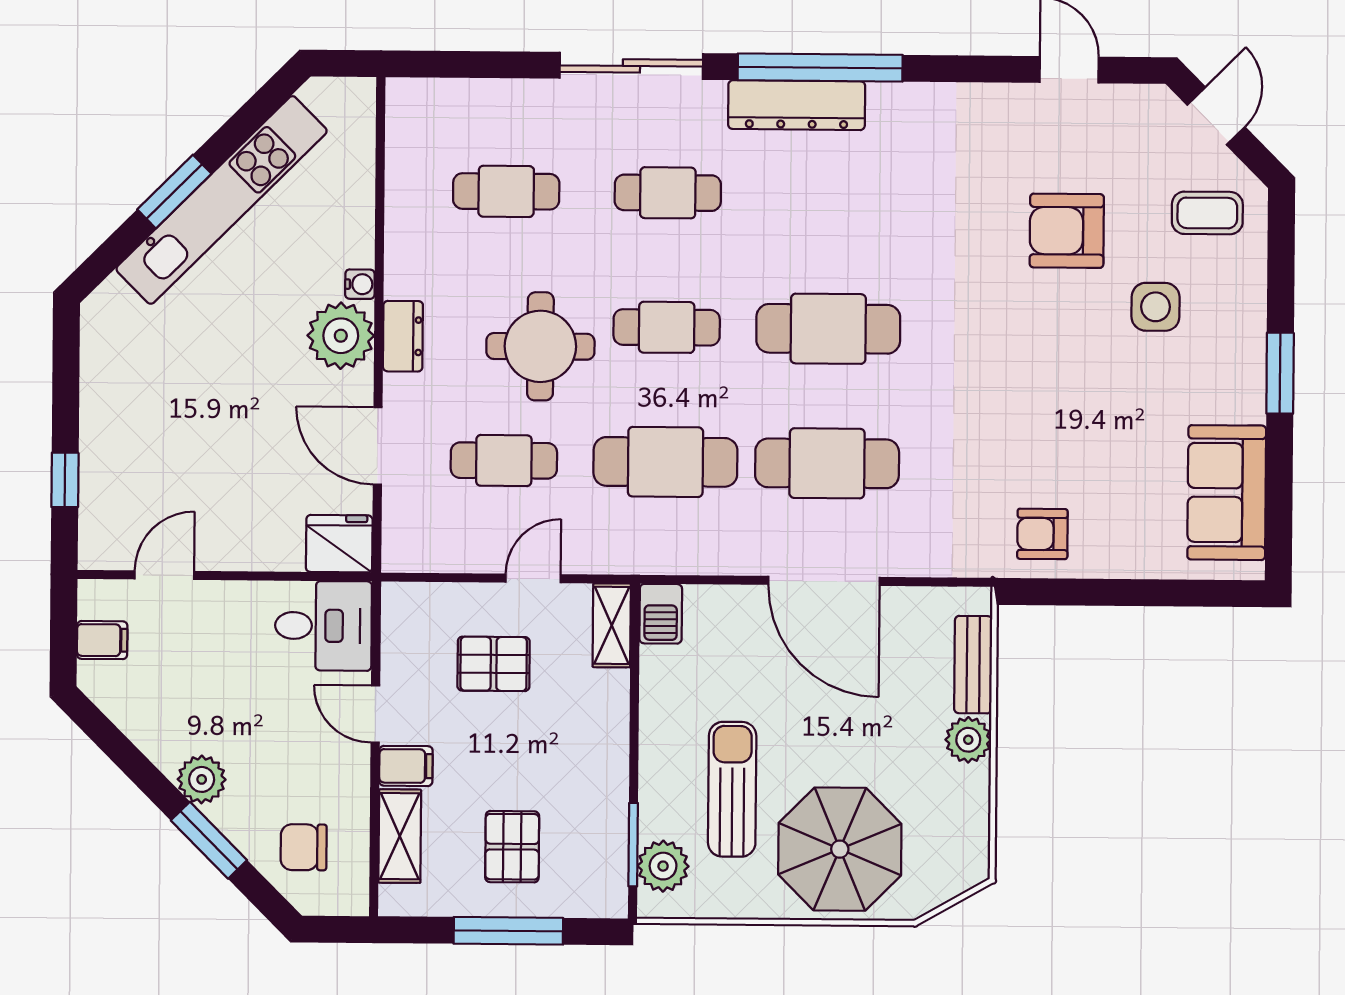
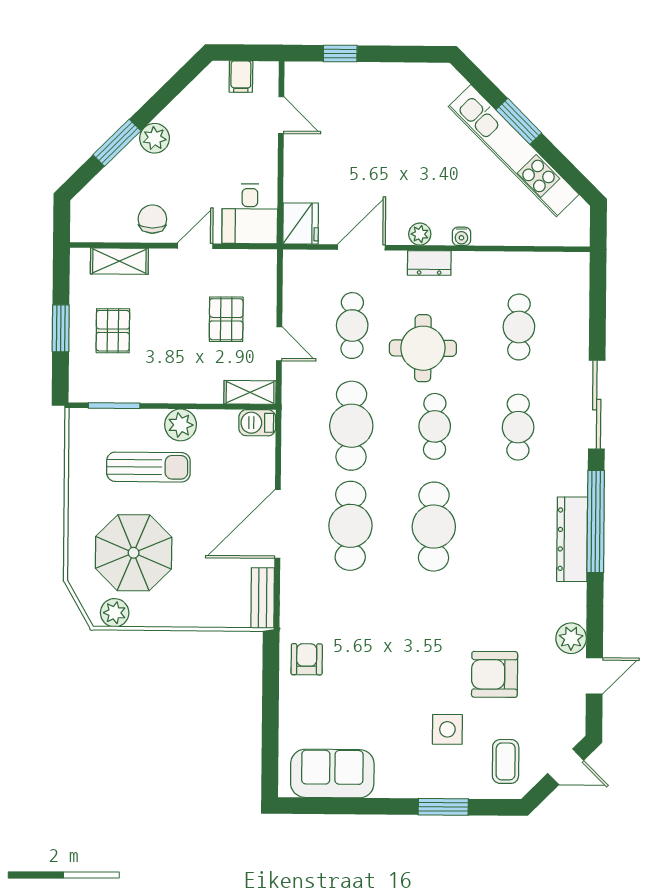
dresser: (797, 105) -> (572, 539), moved
plant: (1008, 107) -> (571, 638), added
armchair: (1067, 231) -> (495, 674), turned -90
plant: (341, 336) -> (420, 234), width x0.53, depth x0.53
window: (1280, 373) -> (443, 807), moved
bench: (973, 665) -> (263, 598), moved, turned 90
plant: (968, 740) -> (115, 613), moved
filing cabinet: (406, 766) -> (163, 265), removed
chair: (304, 847) -> (152, 219), moved
pallet: (512, 847) -> (113, 331), turned 90
parasol: (840, 849) -> (134, 553), moved
plant: (663, 866) -> (181, 425), moved
window: (508, 931) -> (61, 328), width x0.69

